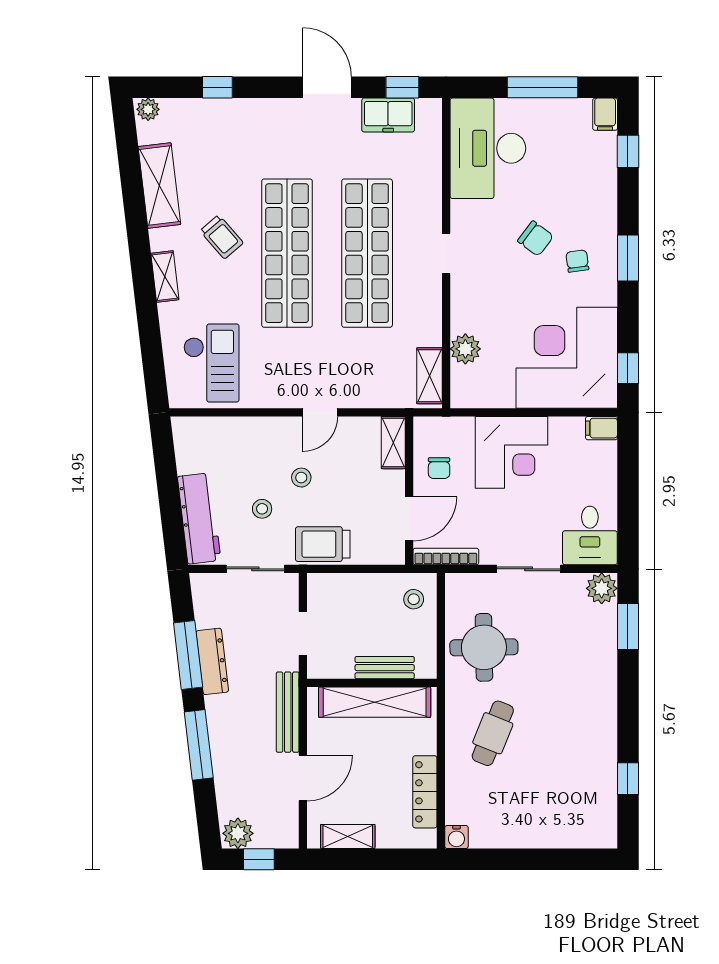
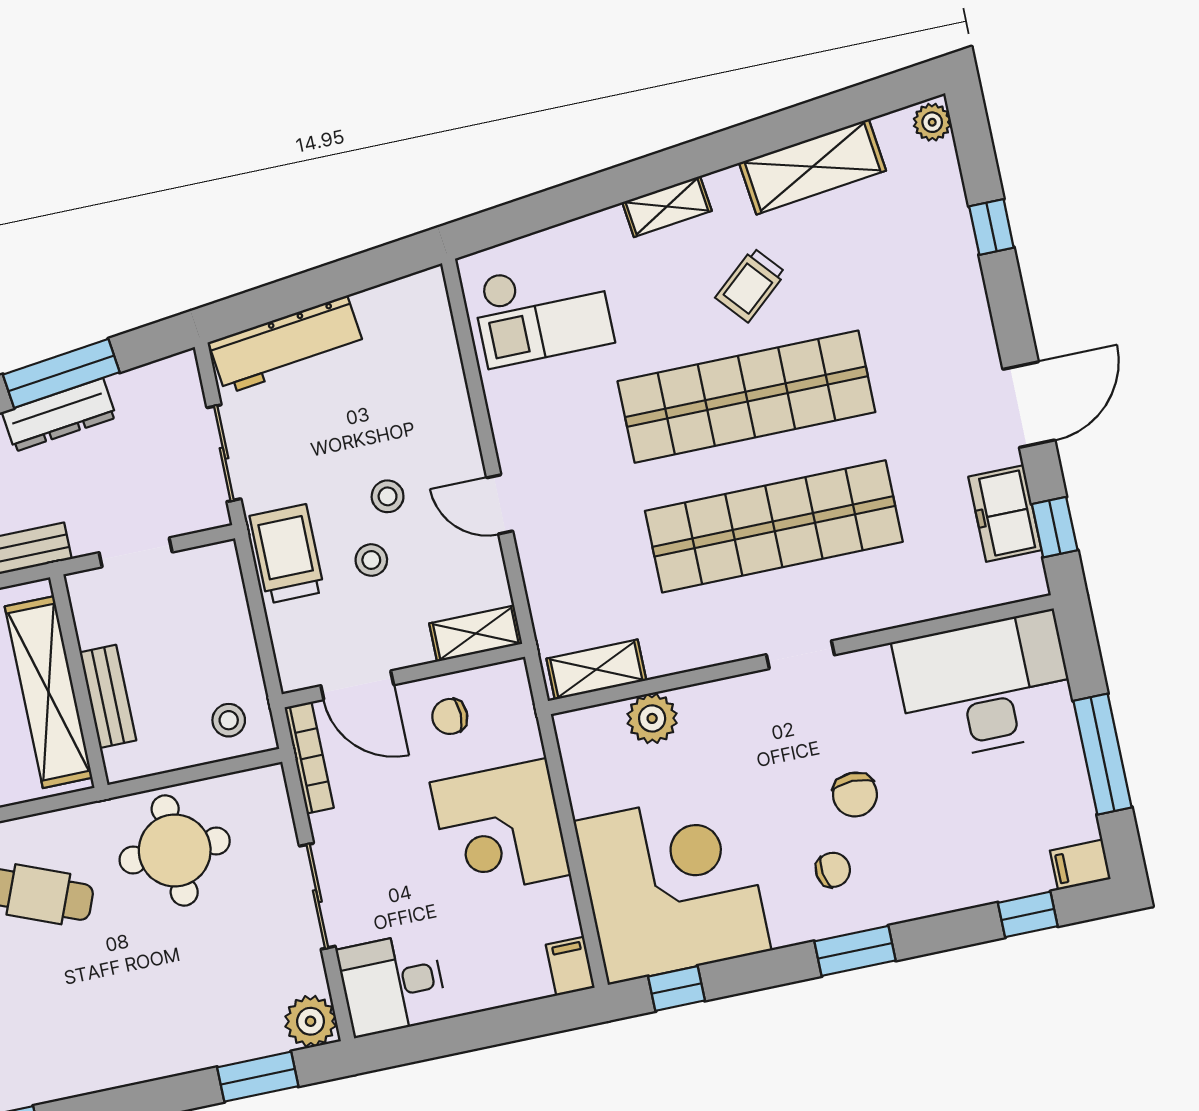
chair: (536, 239) -> (855, 795), turned -37
stool: (262, 509) -> (371, 560), moved

